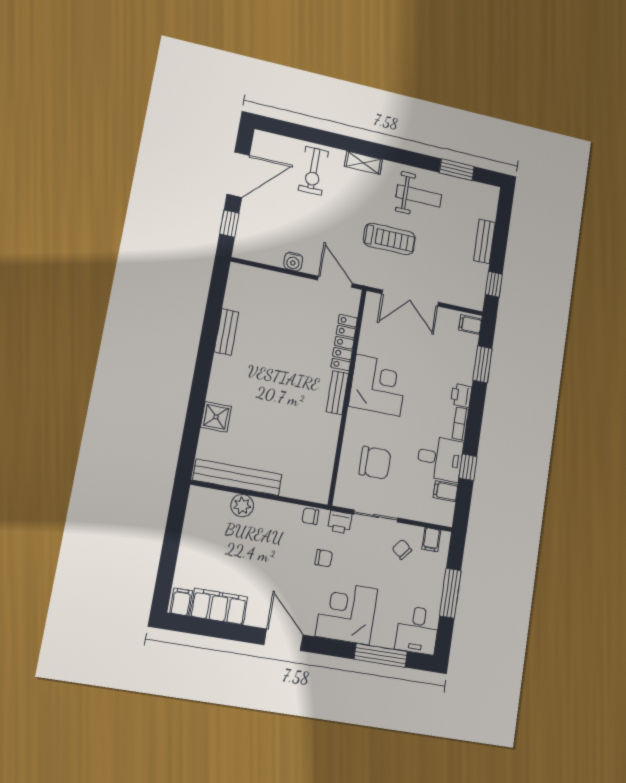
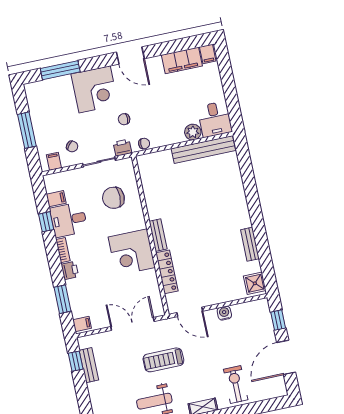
bench: (484, 241) -> (89, 365), moved
shower: (216, 417) -> (255, 283), moved
desk: (417, 630) -> (215, 119), moved, turned 180

